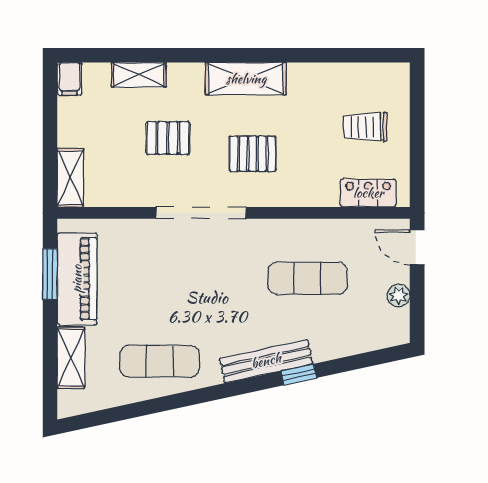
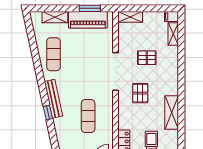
shelving: (139, 75) -> (173, 34), moved
shelving: (246, 79) -> (172, 113), moved
pallet: (168, 138) -> (147, 58), turned 90

